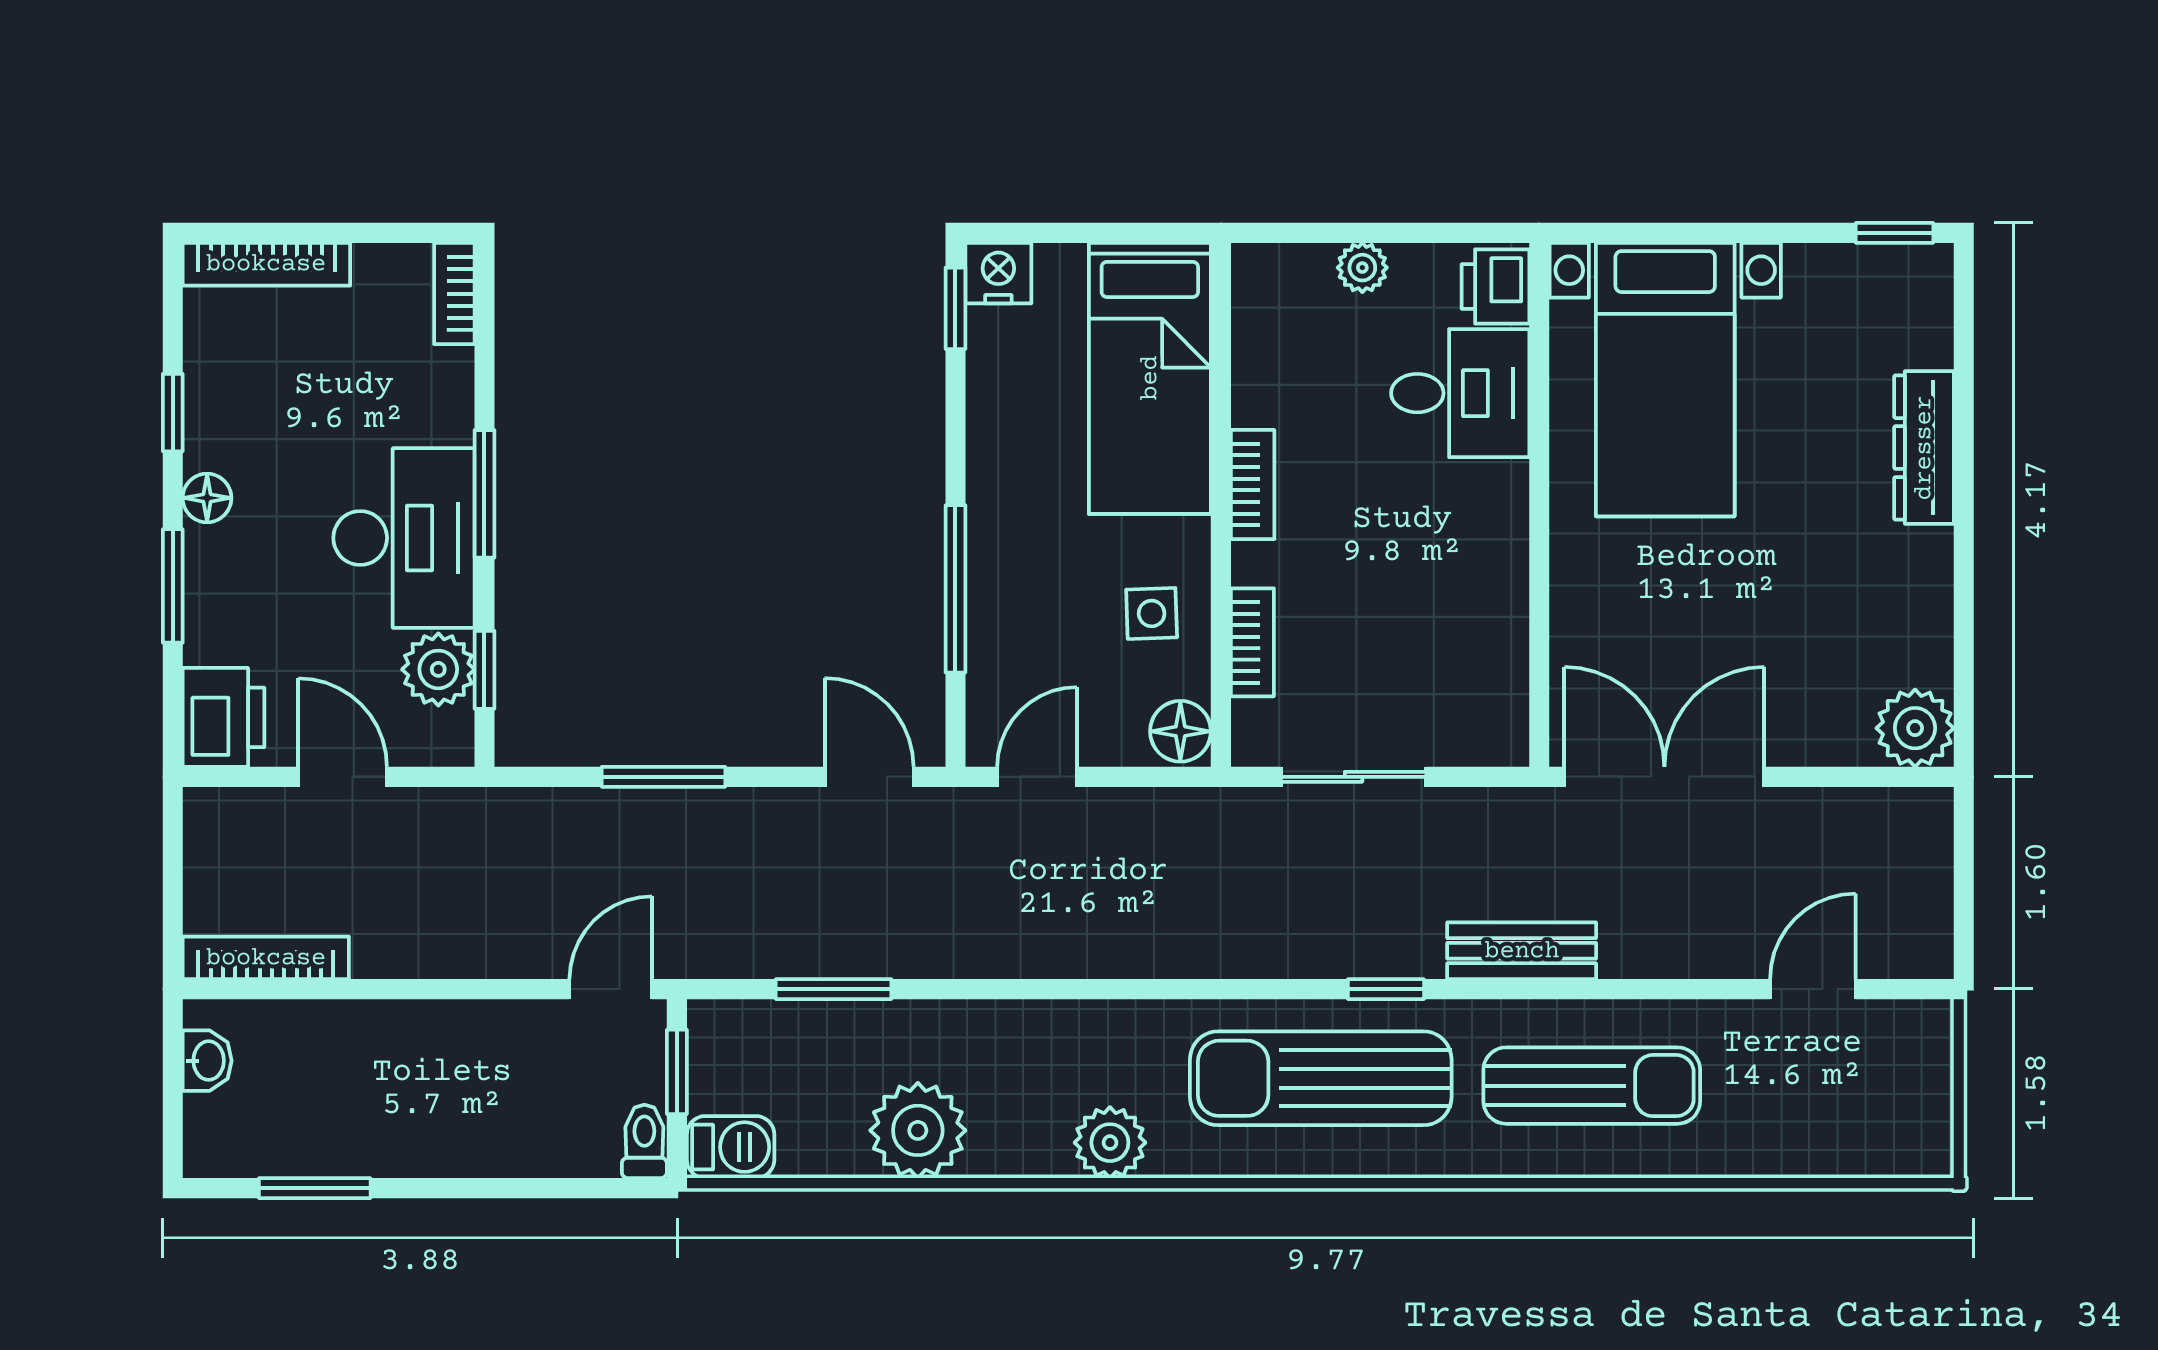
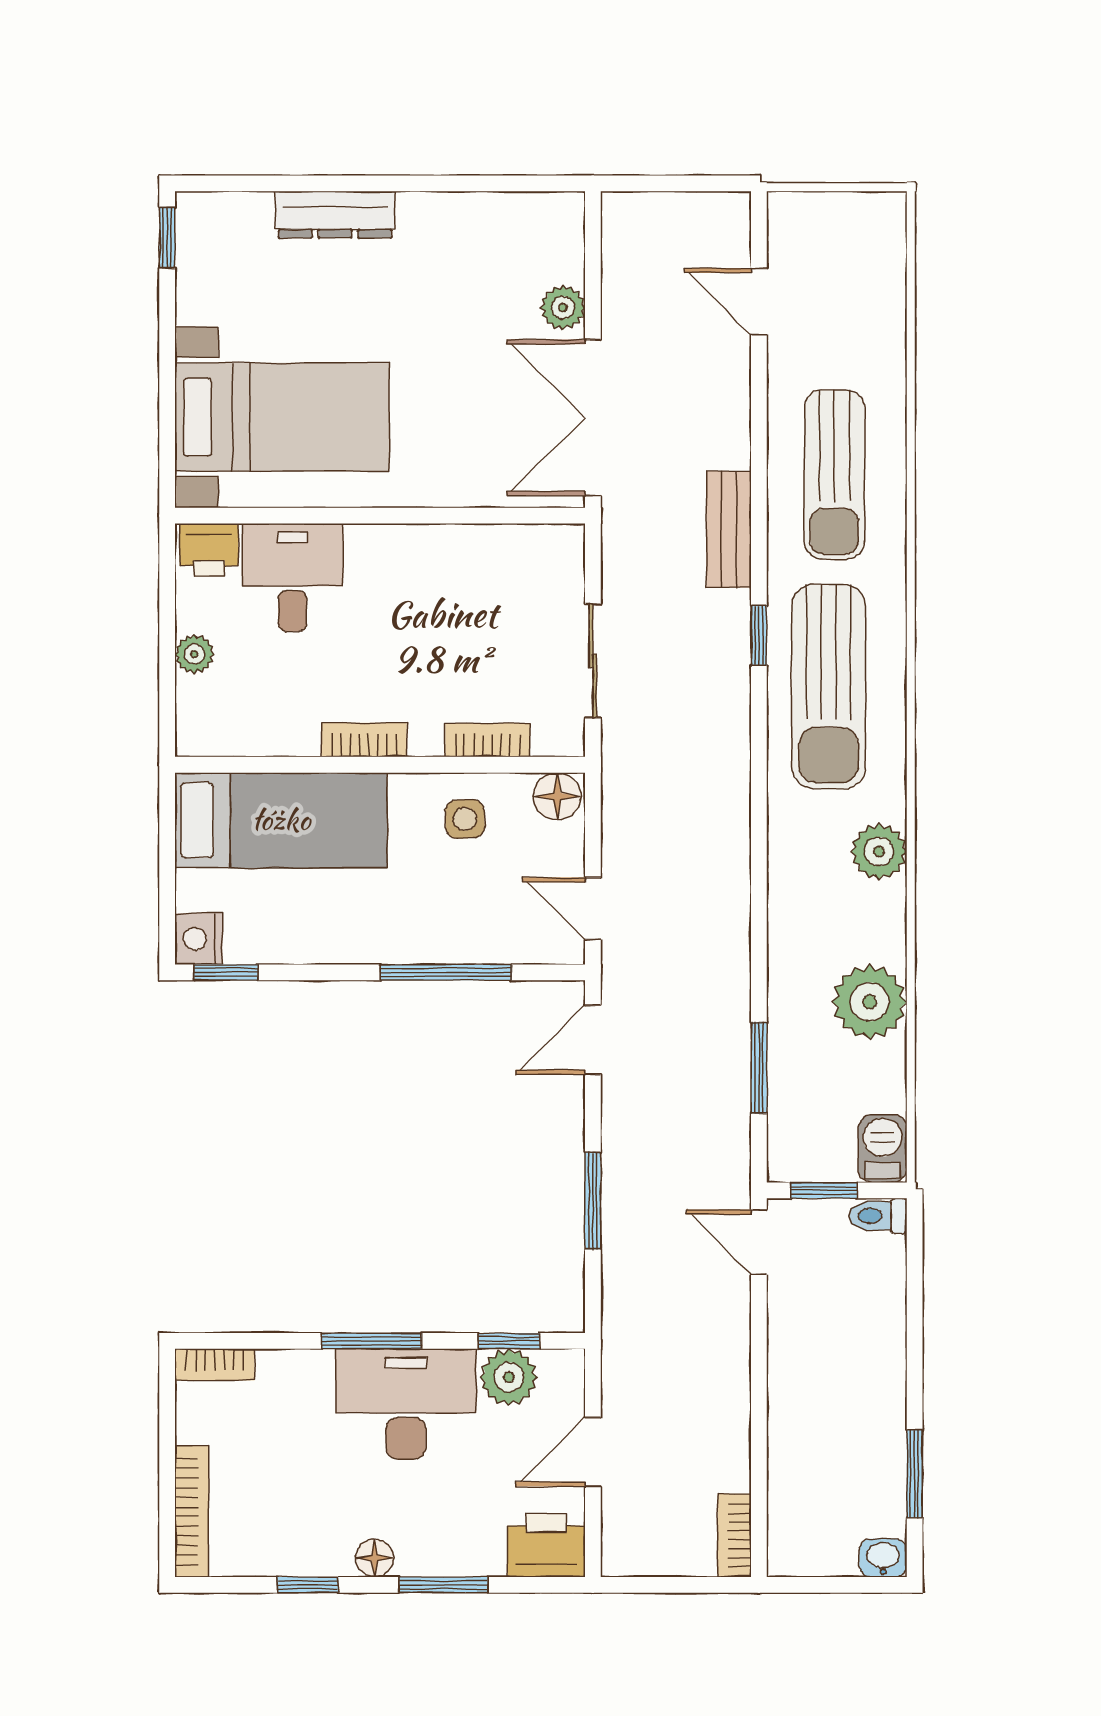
plant: (1915, 728) -> (563, 308), moved, width x0.73, depth x0.73
bookcase: (266, 958) -> (734, 1535), width x0.64
washbasin: (207, 1061) -> (883, 1558), moved
sun lounger: (1592, 1086) -> (834, 474), turned 180

